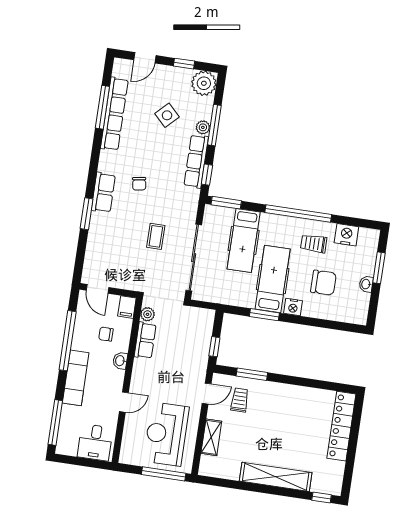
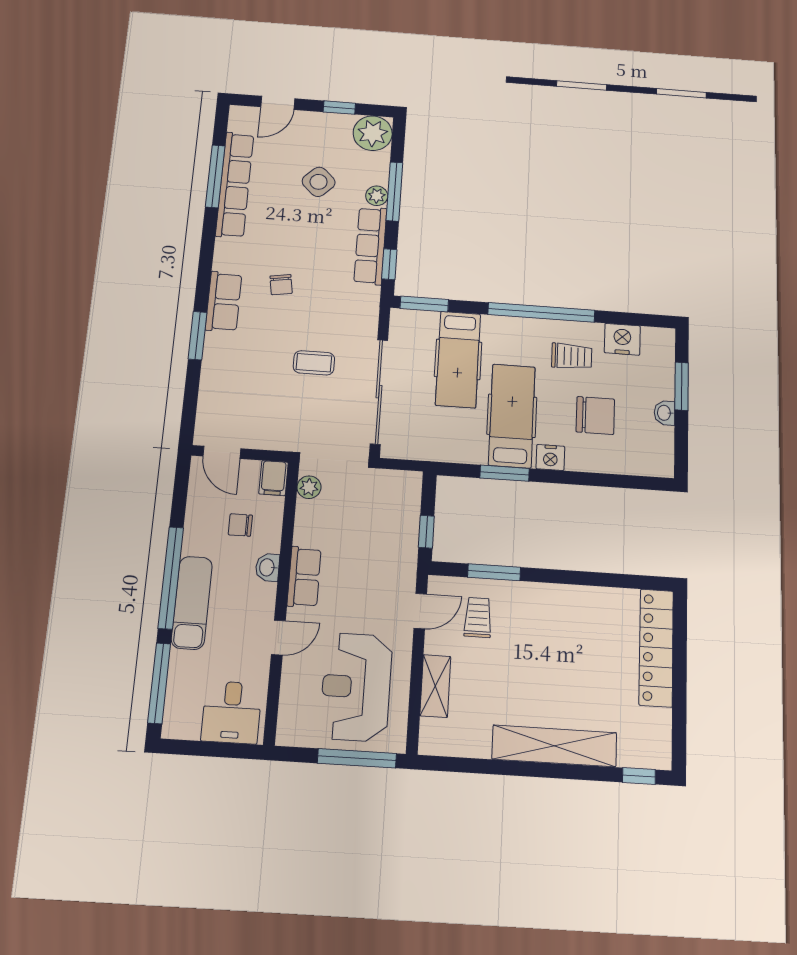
coffee table: (156, 236) -> (314, 363), turned 90
trolley: (314, 244) -> (572, 356), turned 180
row of seats: (145, 340) -> (304, 577), moved
window: (68, 341) -> (171, 578), moved

